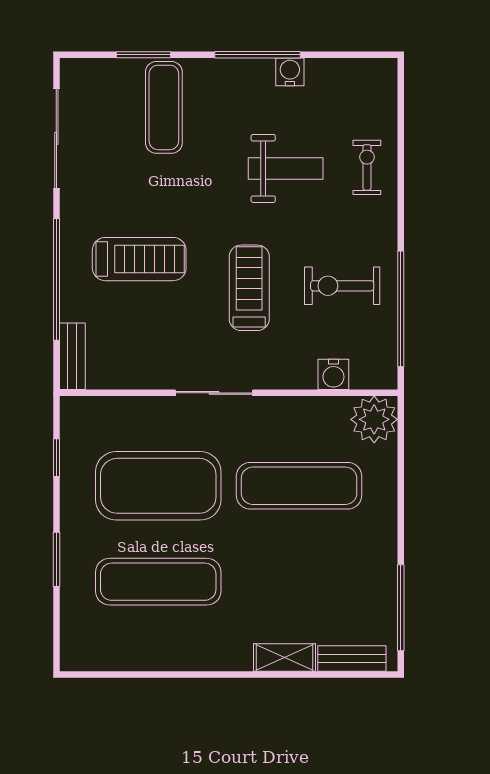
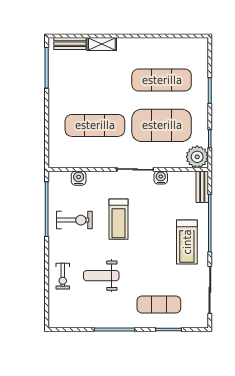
water cooler: (290, 72) -> (161, 178), moved, turned 180
exercise mat: (164, 107) -> (159, 305), turned 90
treadmill: (139, 259) -> (187, 242), moved, turned -90
plant: (374, 419) -> (197, 157), moved

